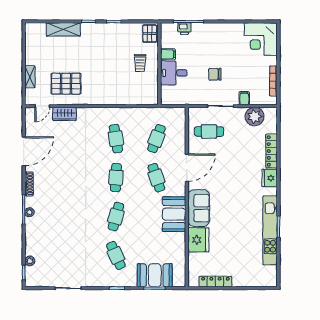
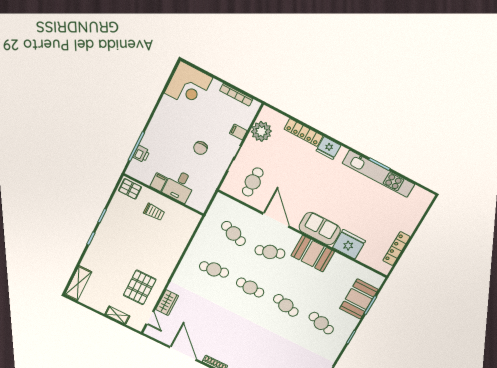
shelving: (63, 29) -> (78, 283), moved
cafe table: (116, 255) -> (321, 323), turned 39

